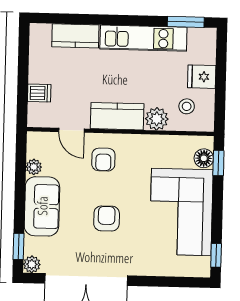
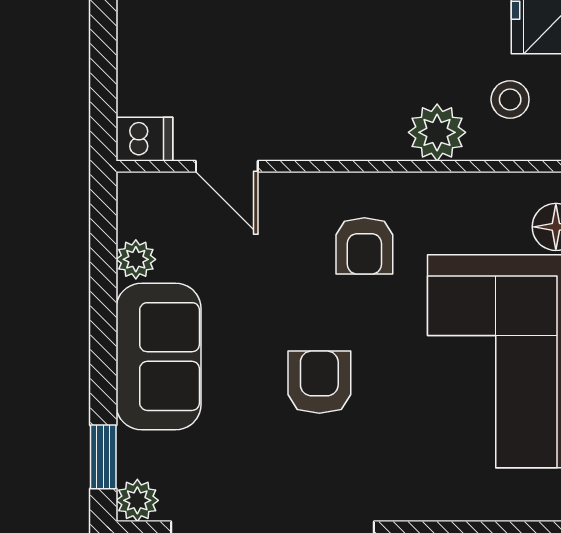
dishwasher: (39, 93) -> (144, 139), moved
kitchen counter: (117, 116) -> (339, 128), removed
armchair: (103, 160) -> (364, 246), moved

